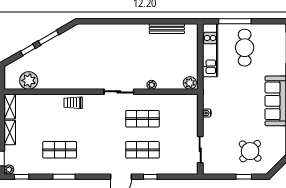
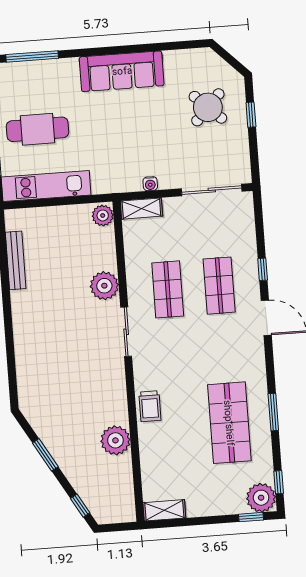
window: (28, 50) -> (80, 506), moved
plant: (29, 80) -> (115, 440), moved
plant: (152, 85) -> (104, 286), width x1.87, depth x1.87
shelving: (10, 132) -> (141, 209), moved
shop shelf: (60, 150) -> (229, 423), width x1.43, depth x1.36
sliding door: (200, 150) -> (212, 190), width x1.37
plant: (9, 170) -> (261, 498), width x1.88, depth x1.88

